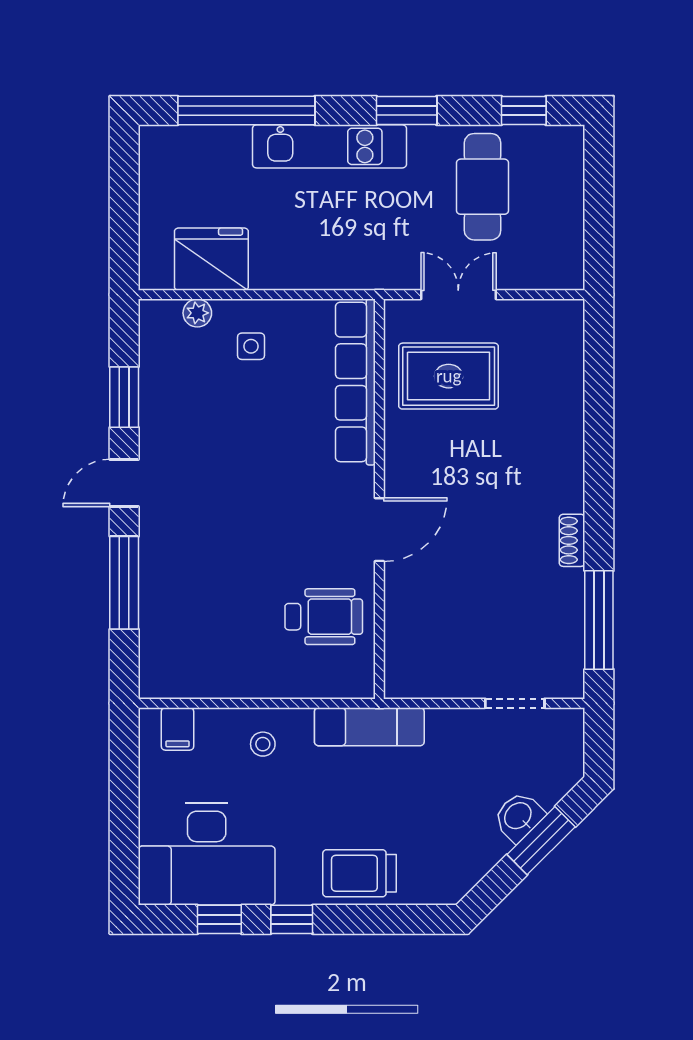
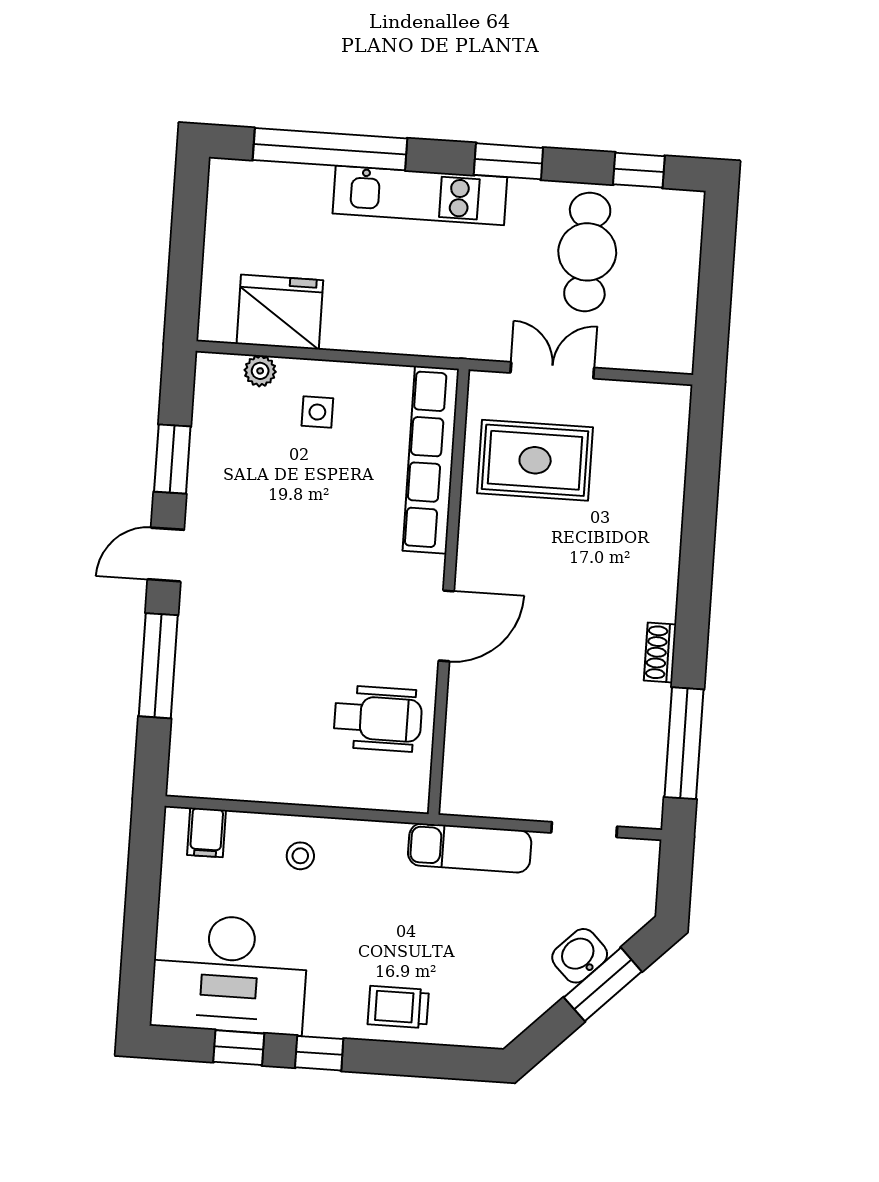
exam couch: (369, 727) -> (470, 848), moved
trolley: (360, 873) -> (398, 1007), width x0.73, depth x0.72

